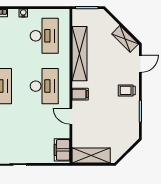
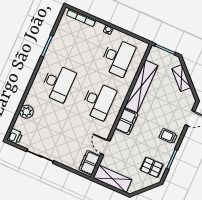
shelving: (125, 39) -> (181, 78), moved
filing cabinet: (80, 94) -> (126, 122), width x2.00
door: (71, 116) -> (105, 147), moved
pallet: (124, 128) -> (152, 167), added

